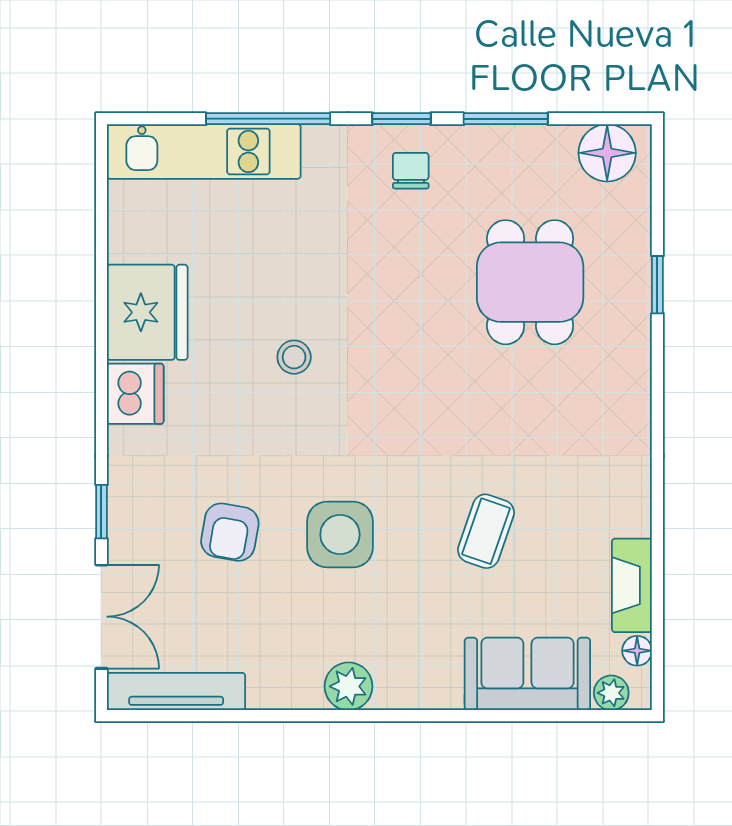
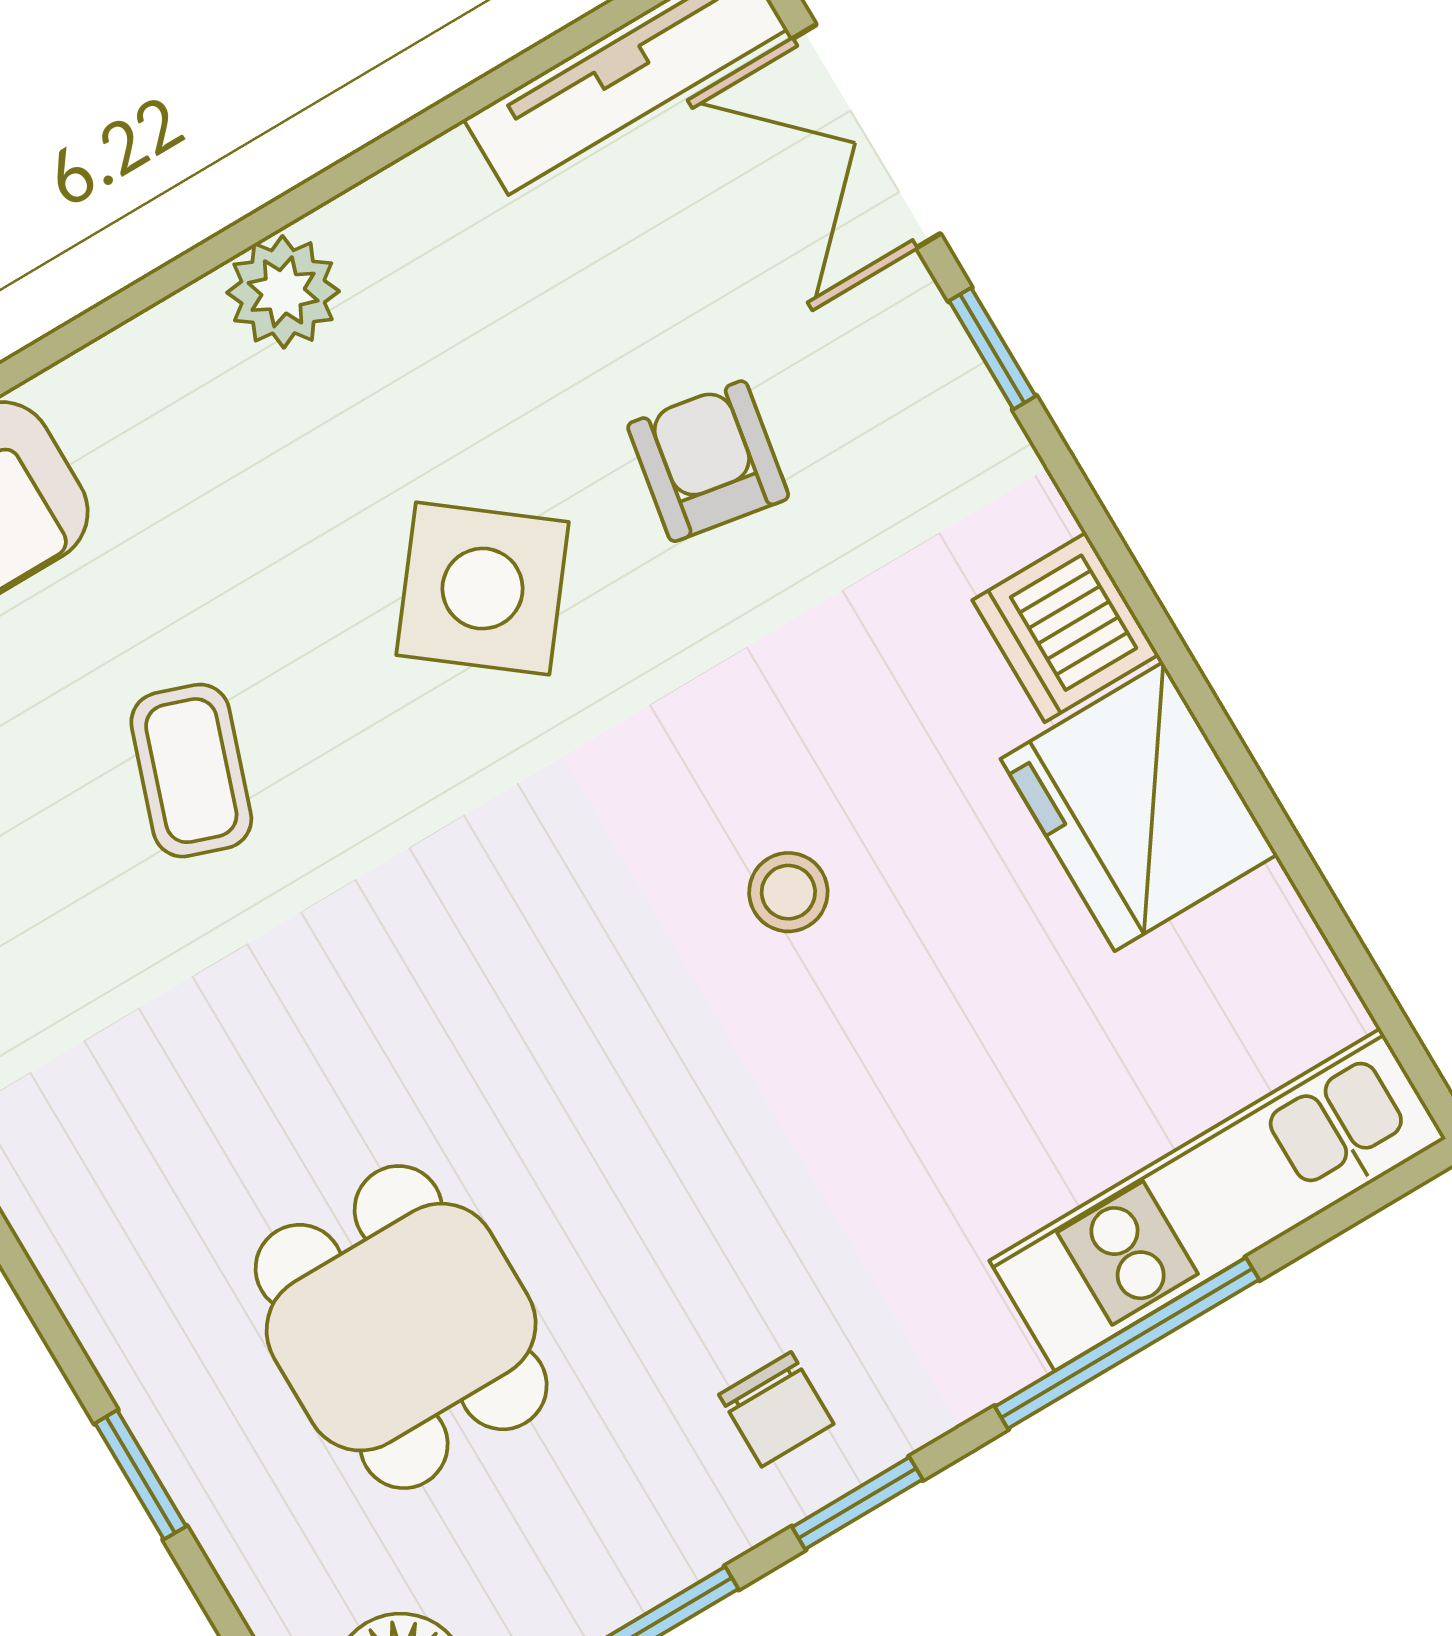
side table: (340, 535) -> (483, 589), turned 38

